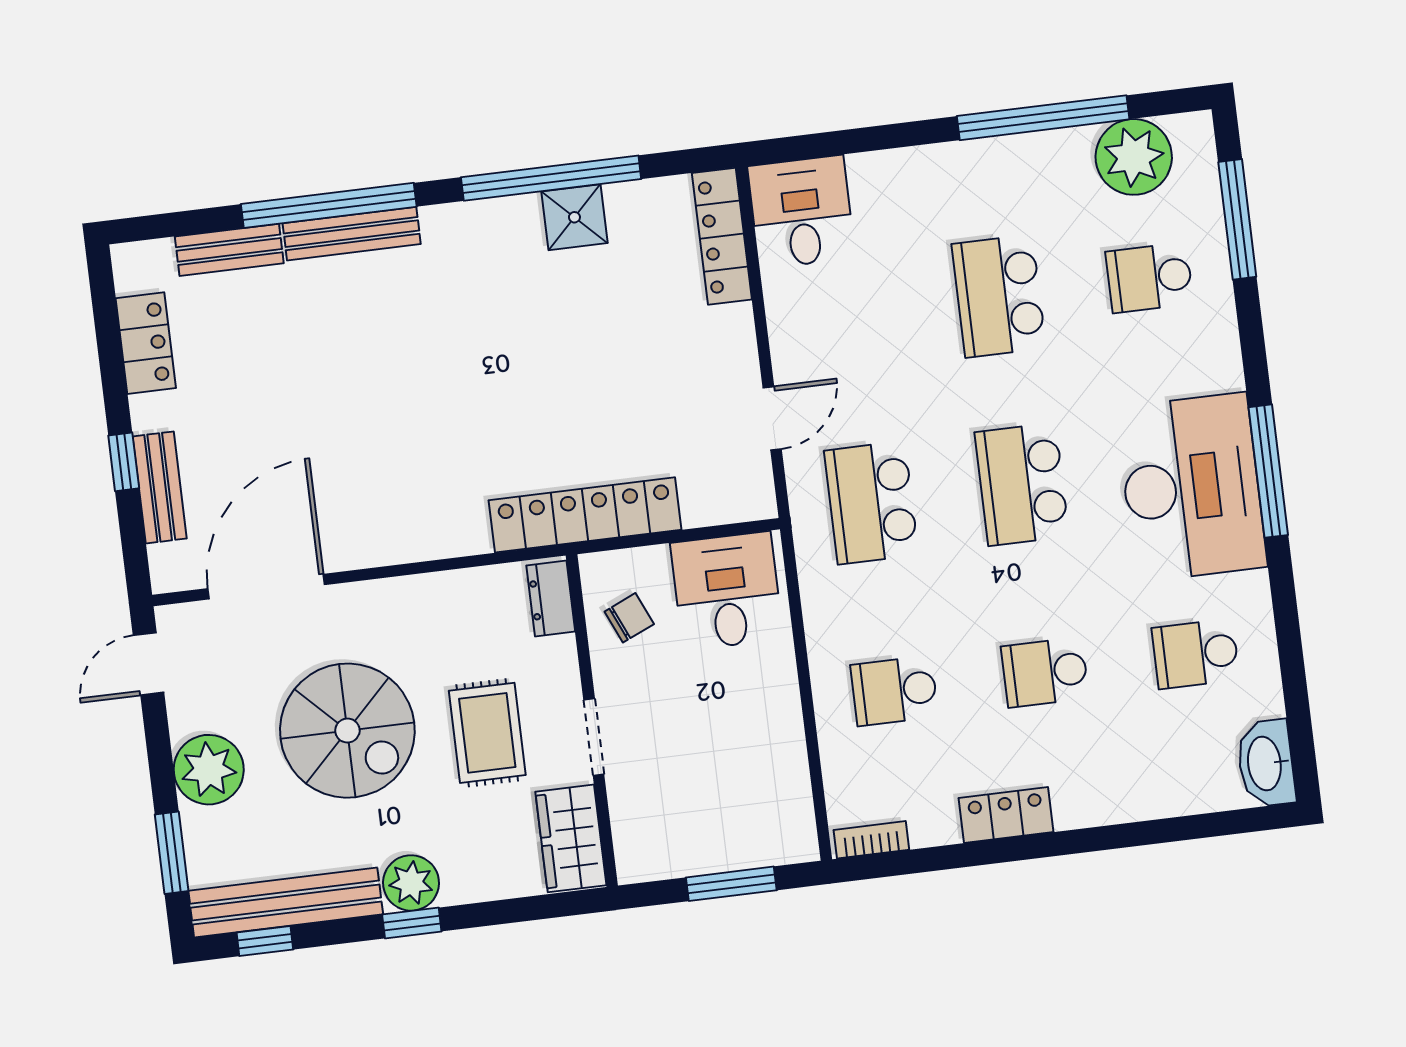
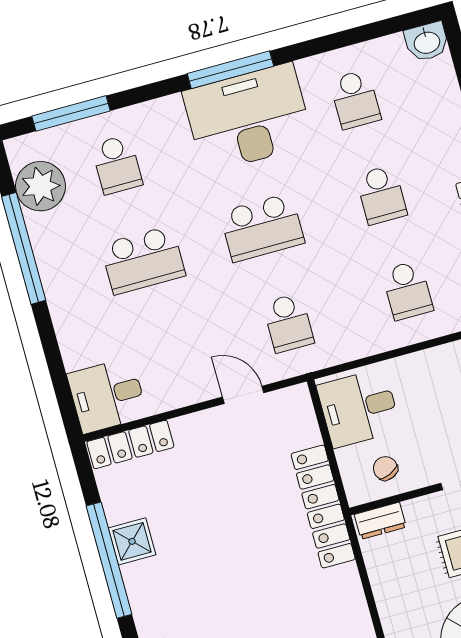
school desk: (871, 503) -> (288, 323), width x0.54
washbasin: (1266, 763) -> (427, 42), width x0.72

